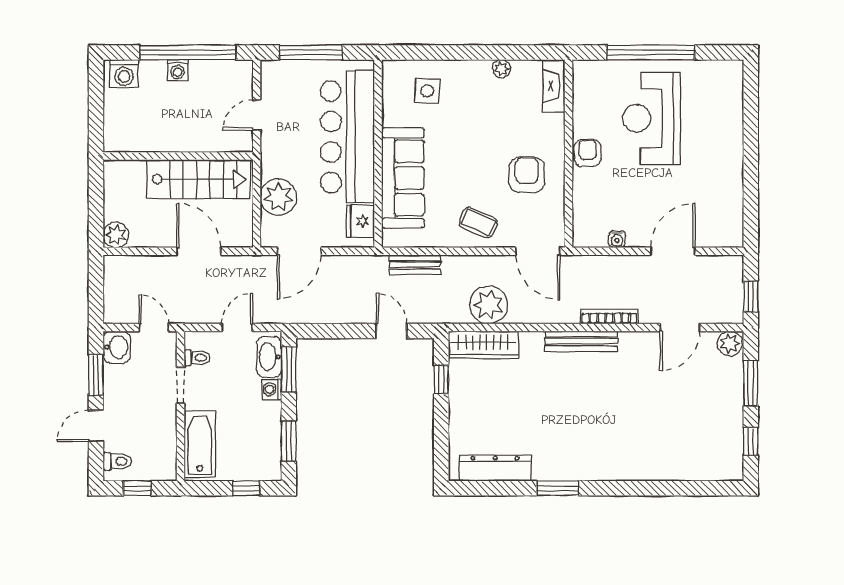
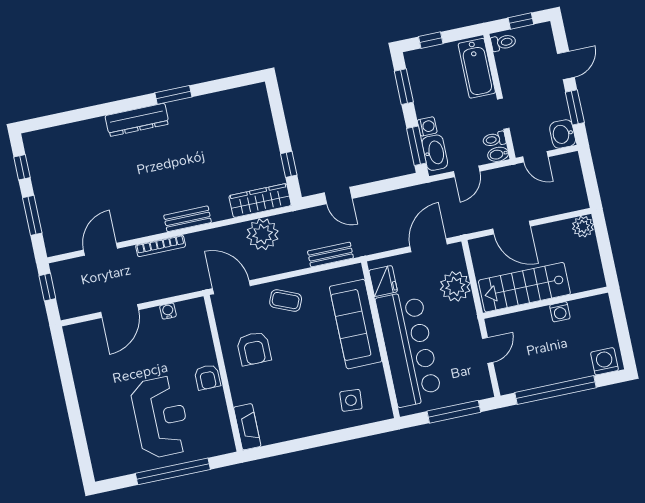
plant: (501, 69) -> (294, 432), removed
washing machine: (178, 70) -> (560, 312), moved, turned 180
bidet: (196, 339) -> (498, 154), added
bench: (581, 341) -> (188, 219), width x0.73
plant: (730, 343) -> (56, 245), removed
toilet: (117, 461) -> (503, 42), moved, turned 180
dresser: (495, 468) -> (137, 120), moved

